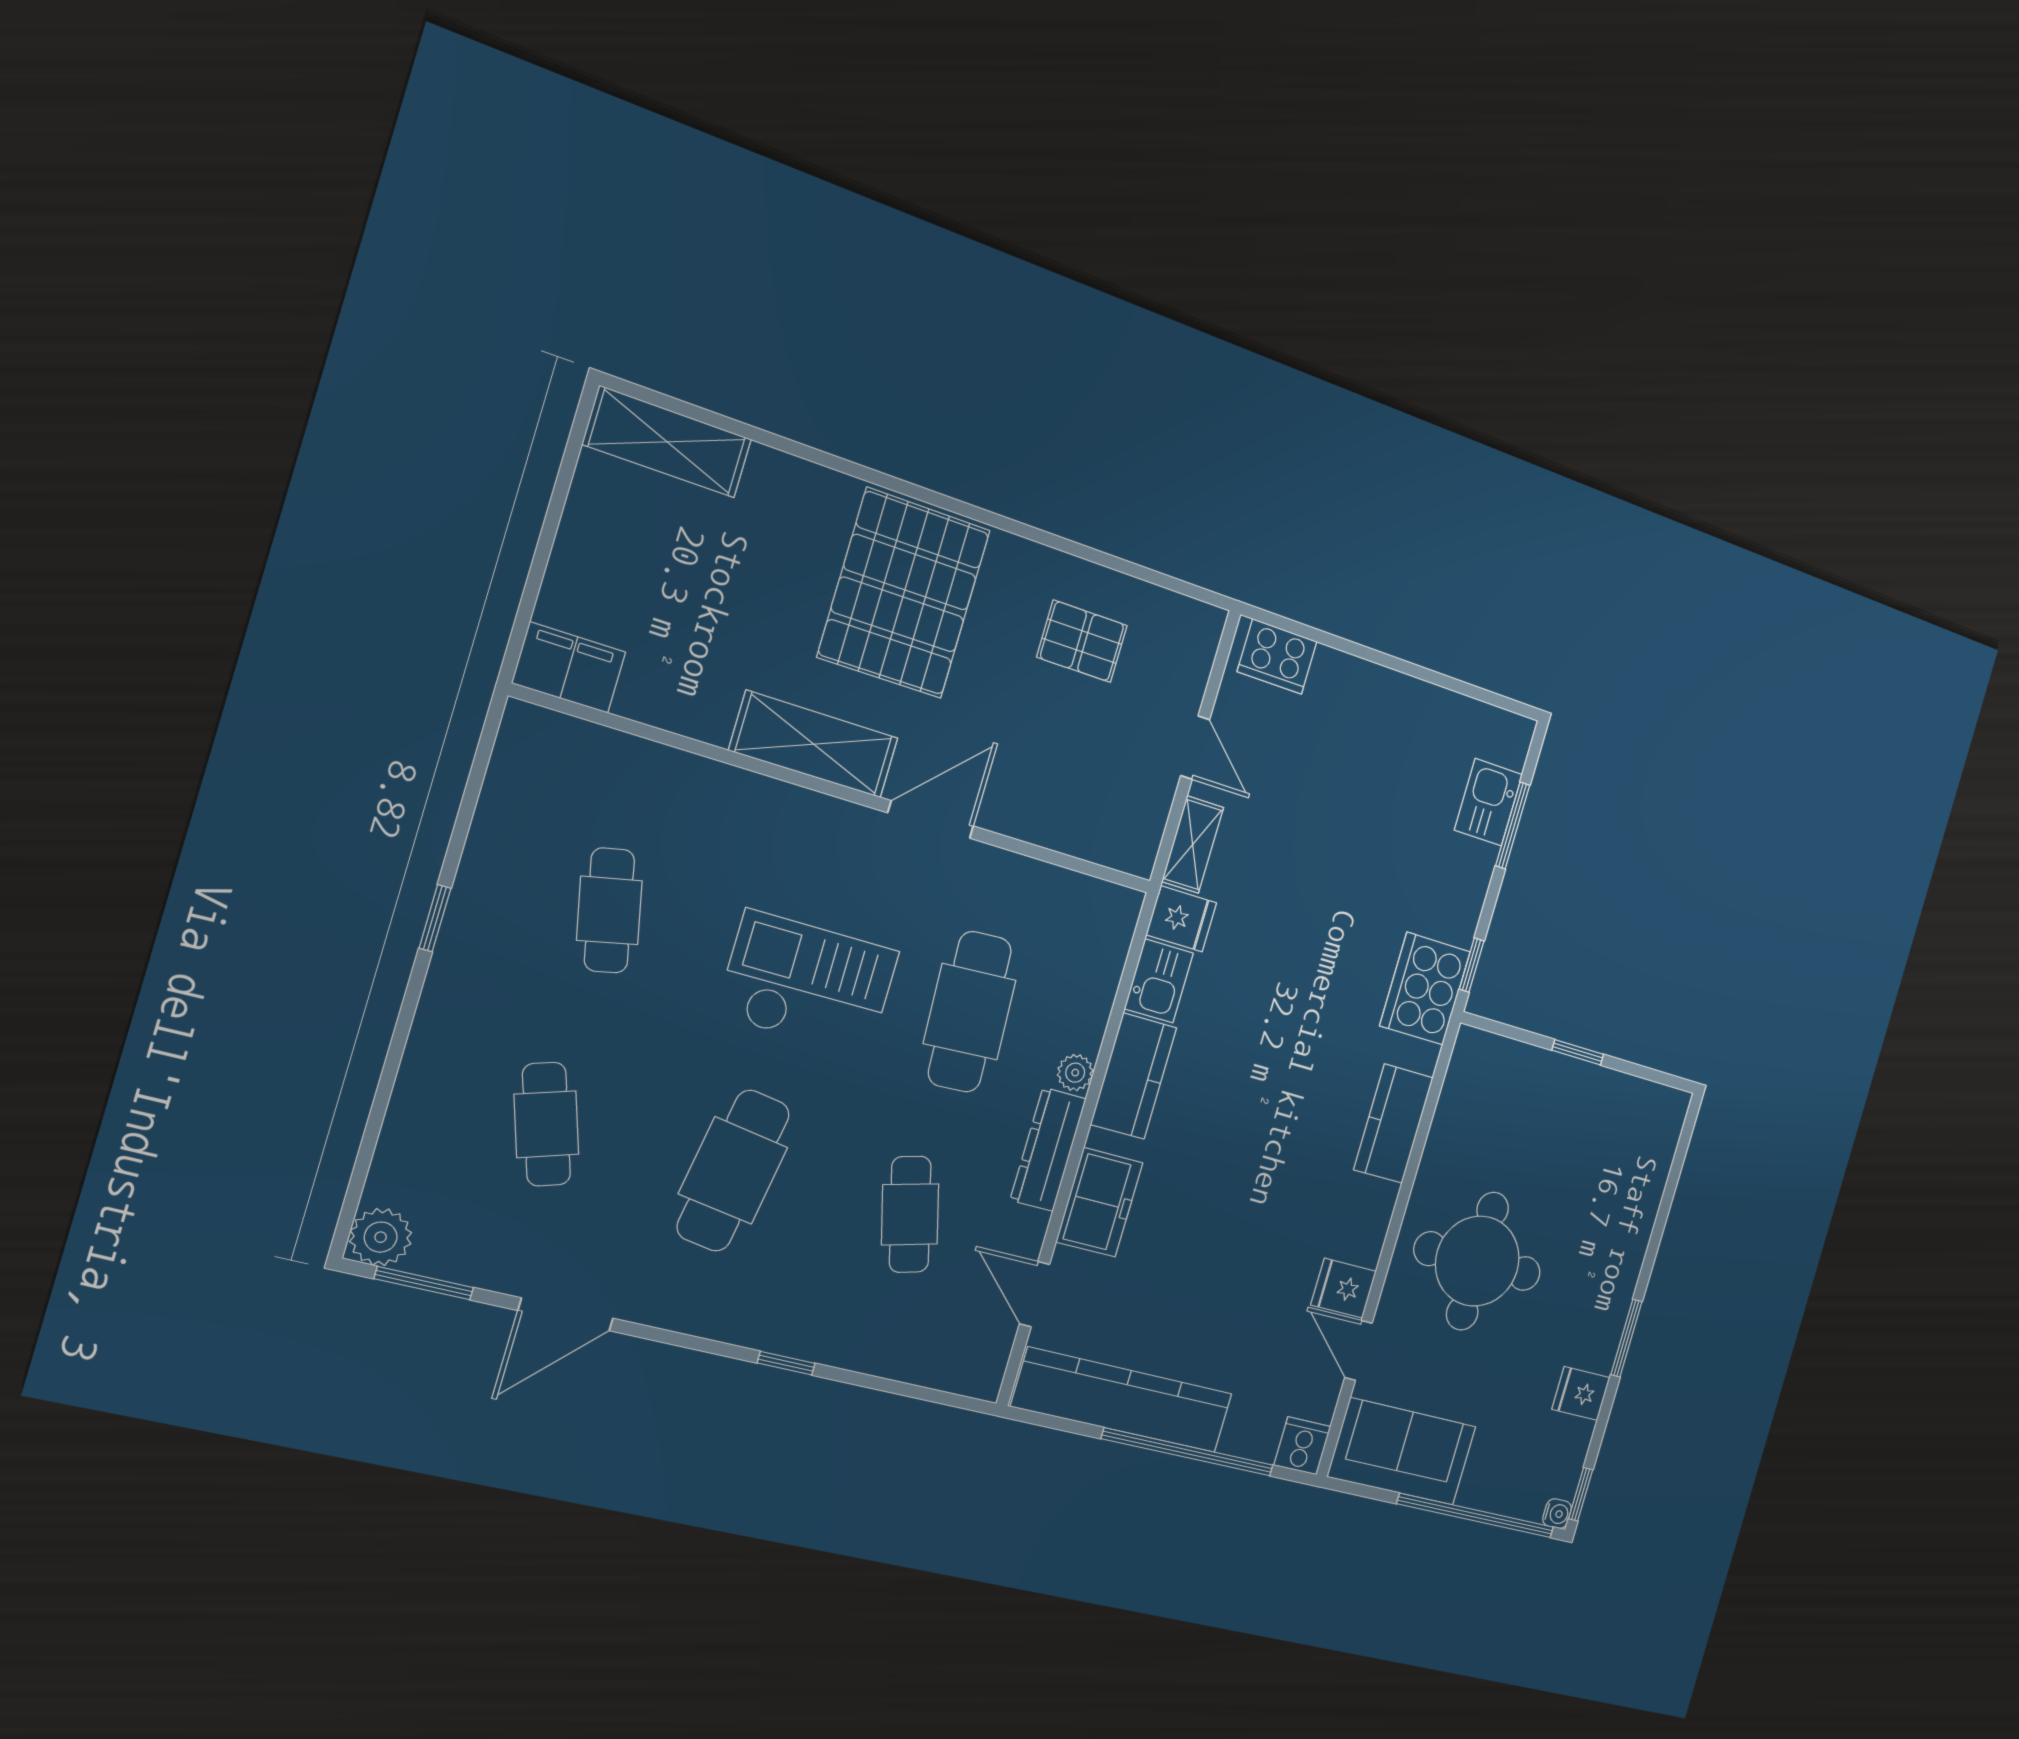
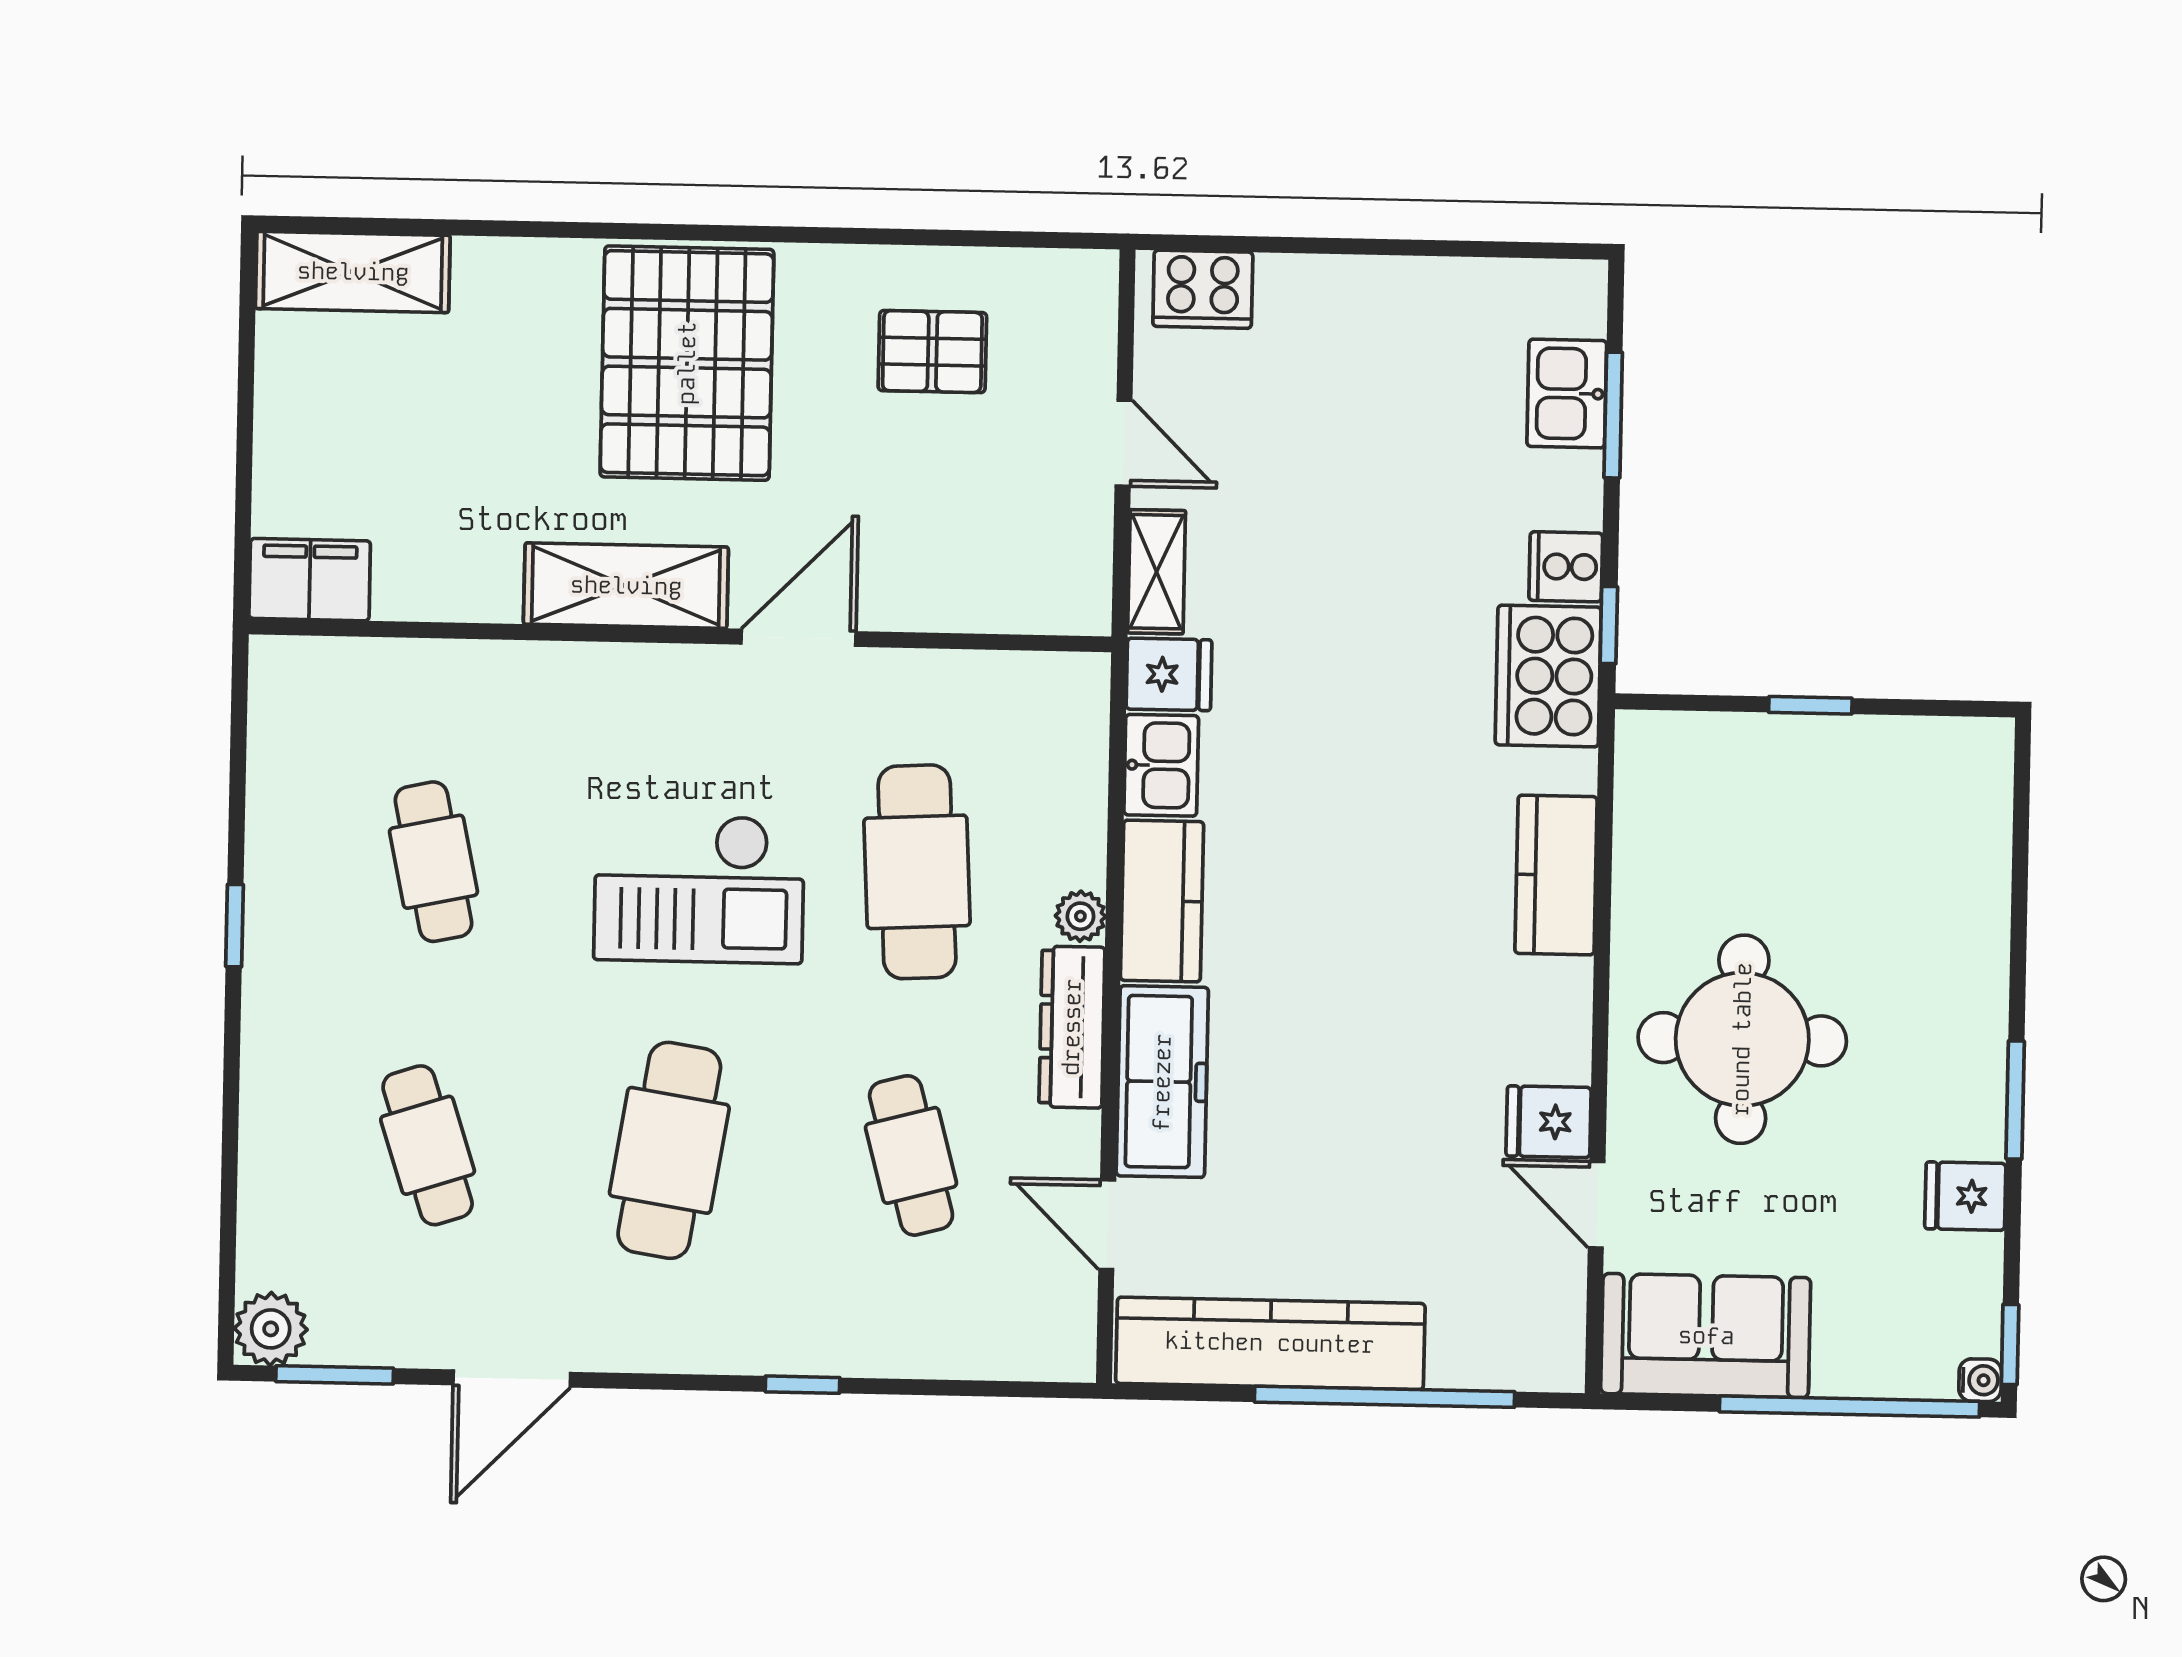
checkout: (808, 983) -> (699, 889), turned 180
freezer: (1099, 1202) -> (1162, 1082), width x1.40
cooker: (1302, 1446) -> (1566, 567), moved, turned -90

